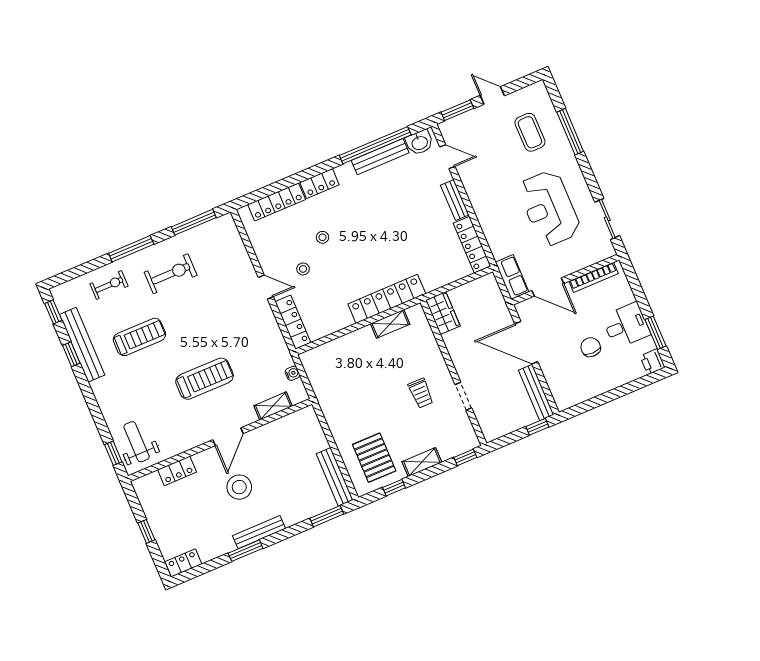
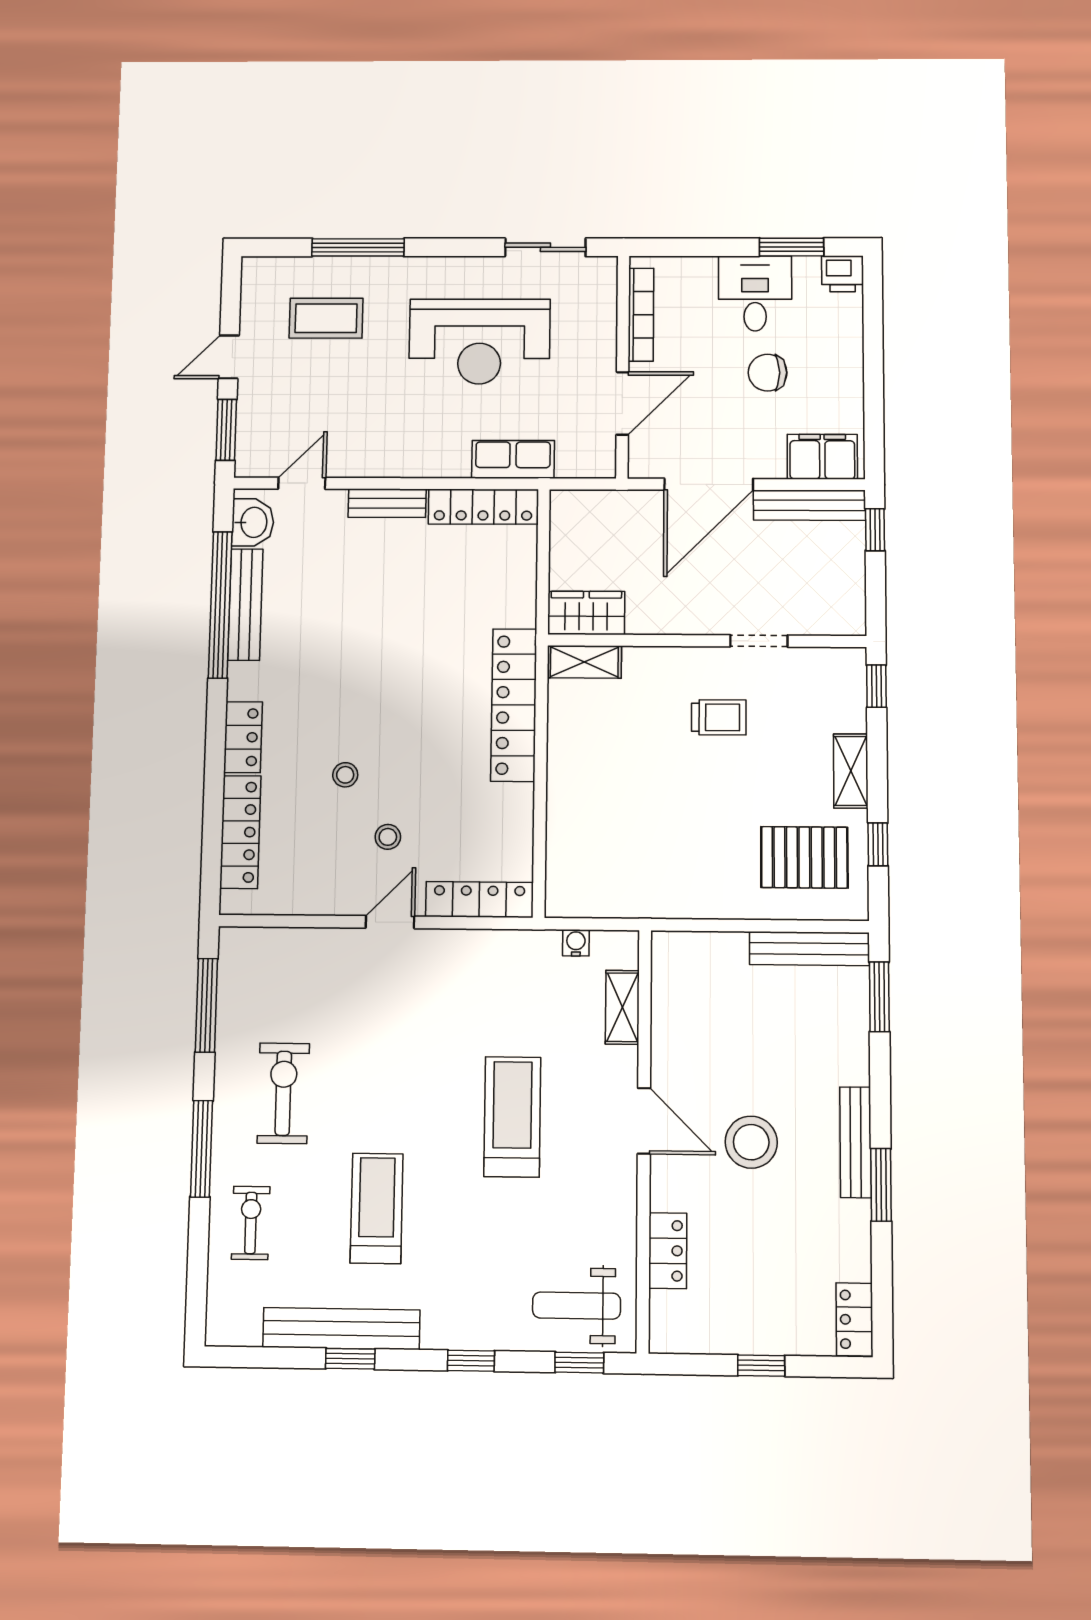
row of seats: (512, 277) -> (513, 459), moved
window: (53, 312) -> (471, 1361), moved
shelving: (390, 324) -> (584, 662), moved, turned 90
filing cabinet: (561, 389) -> (822, 457), added

